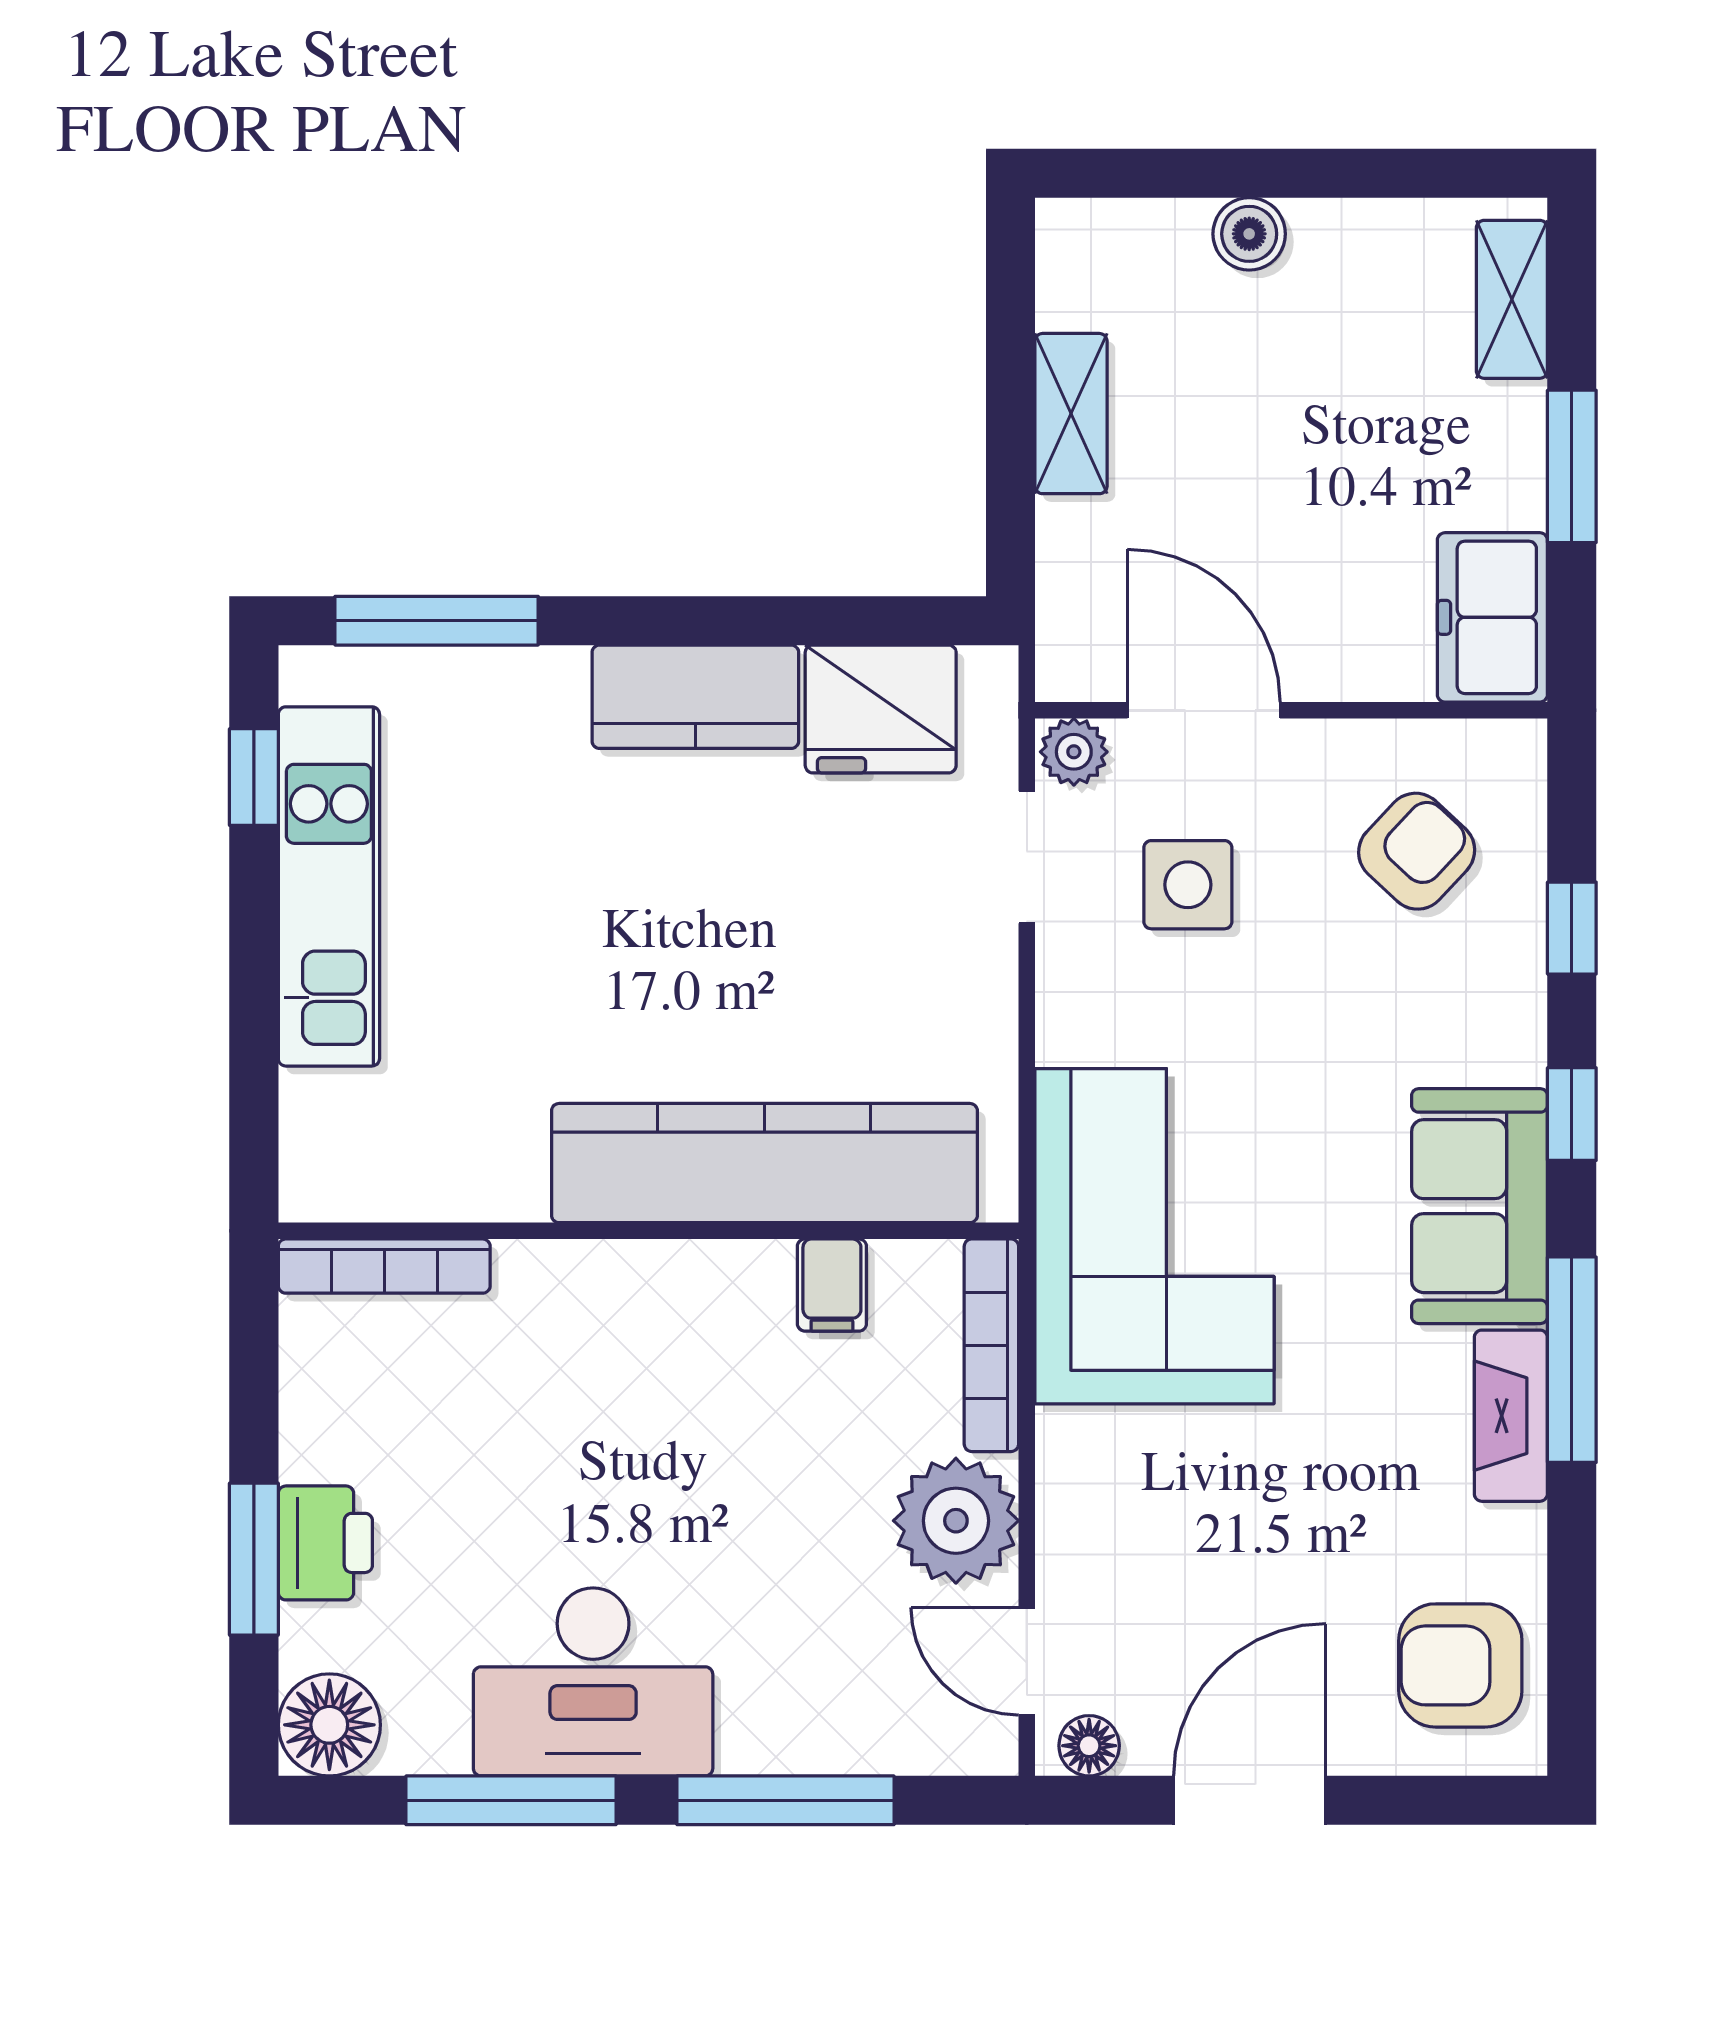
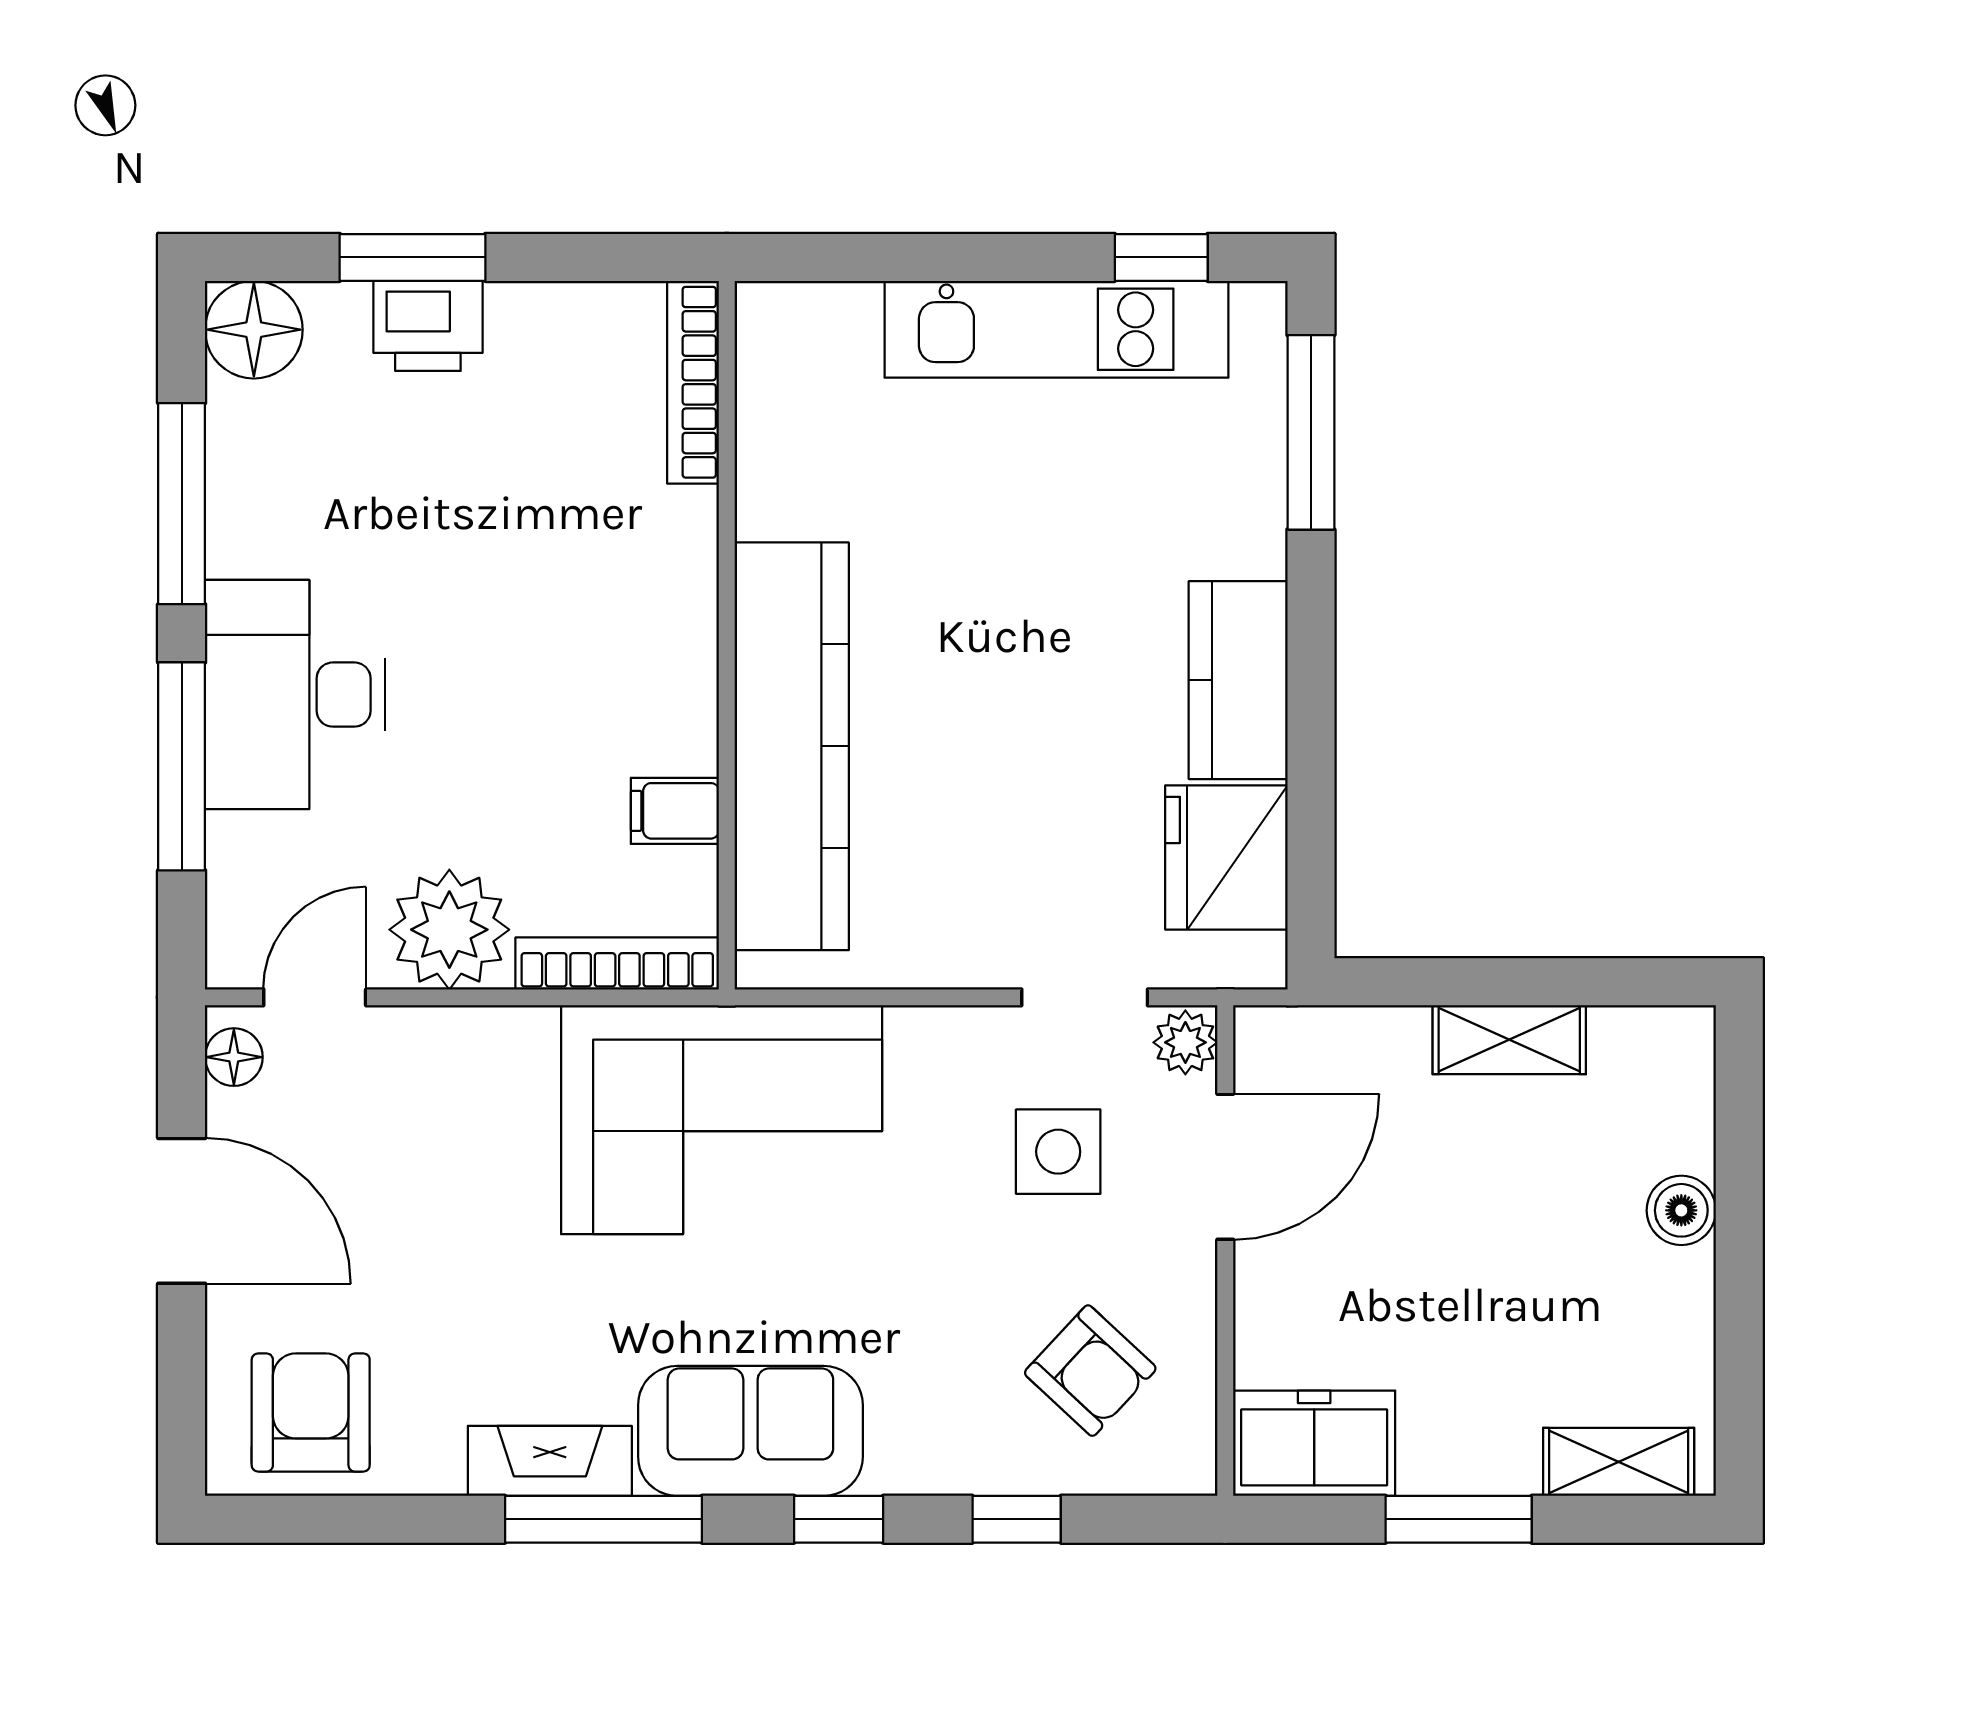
desk: (593, 1682) -> (295, 695), moved

